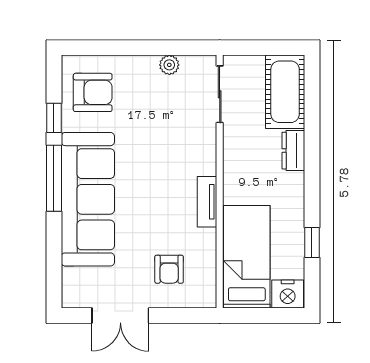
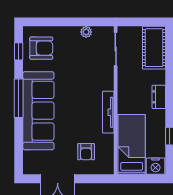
window: (54, 118) -> (19, 51), moved
dresser: (293, 151) -> (159, 97), moved
tv unit: (207, 202) -> (108, 112), width x1.41

